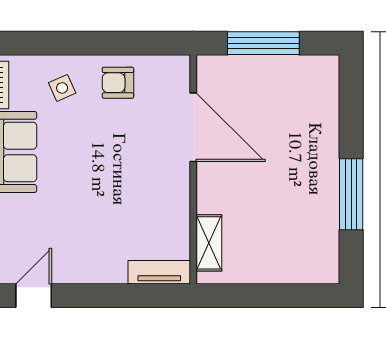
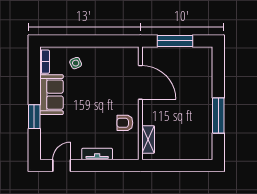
armchair: (118, 83) -> (125, 123), moved
tv unit: (159, 272) -> (97, 154), moved

